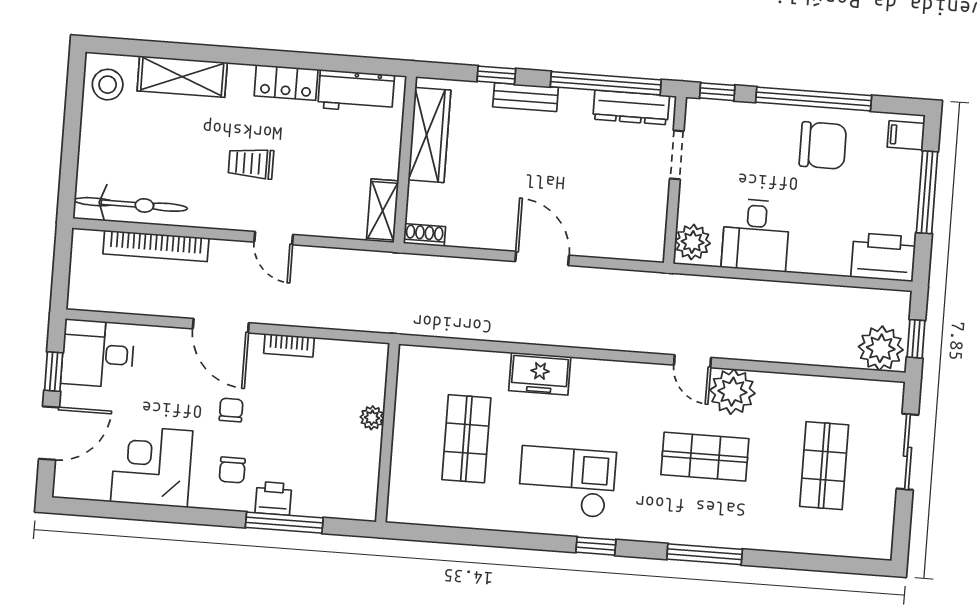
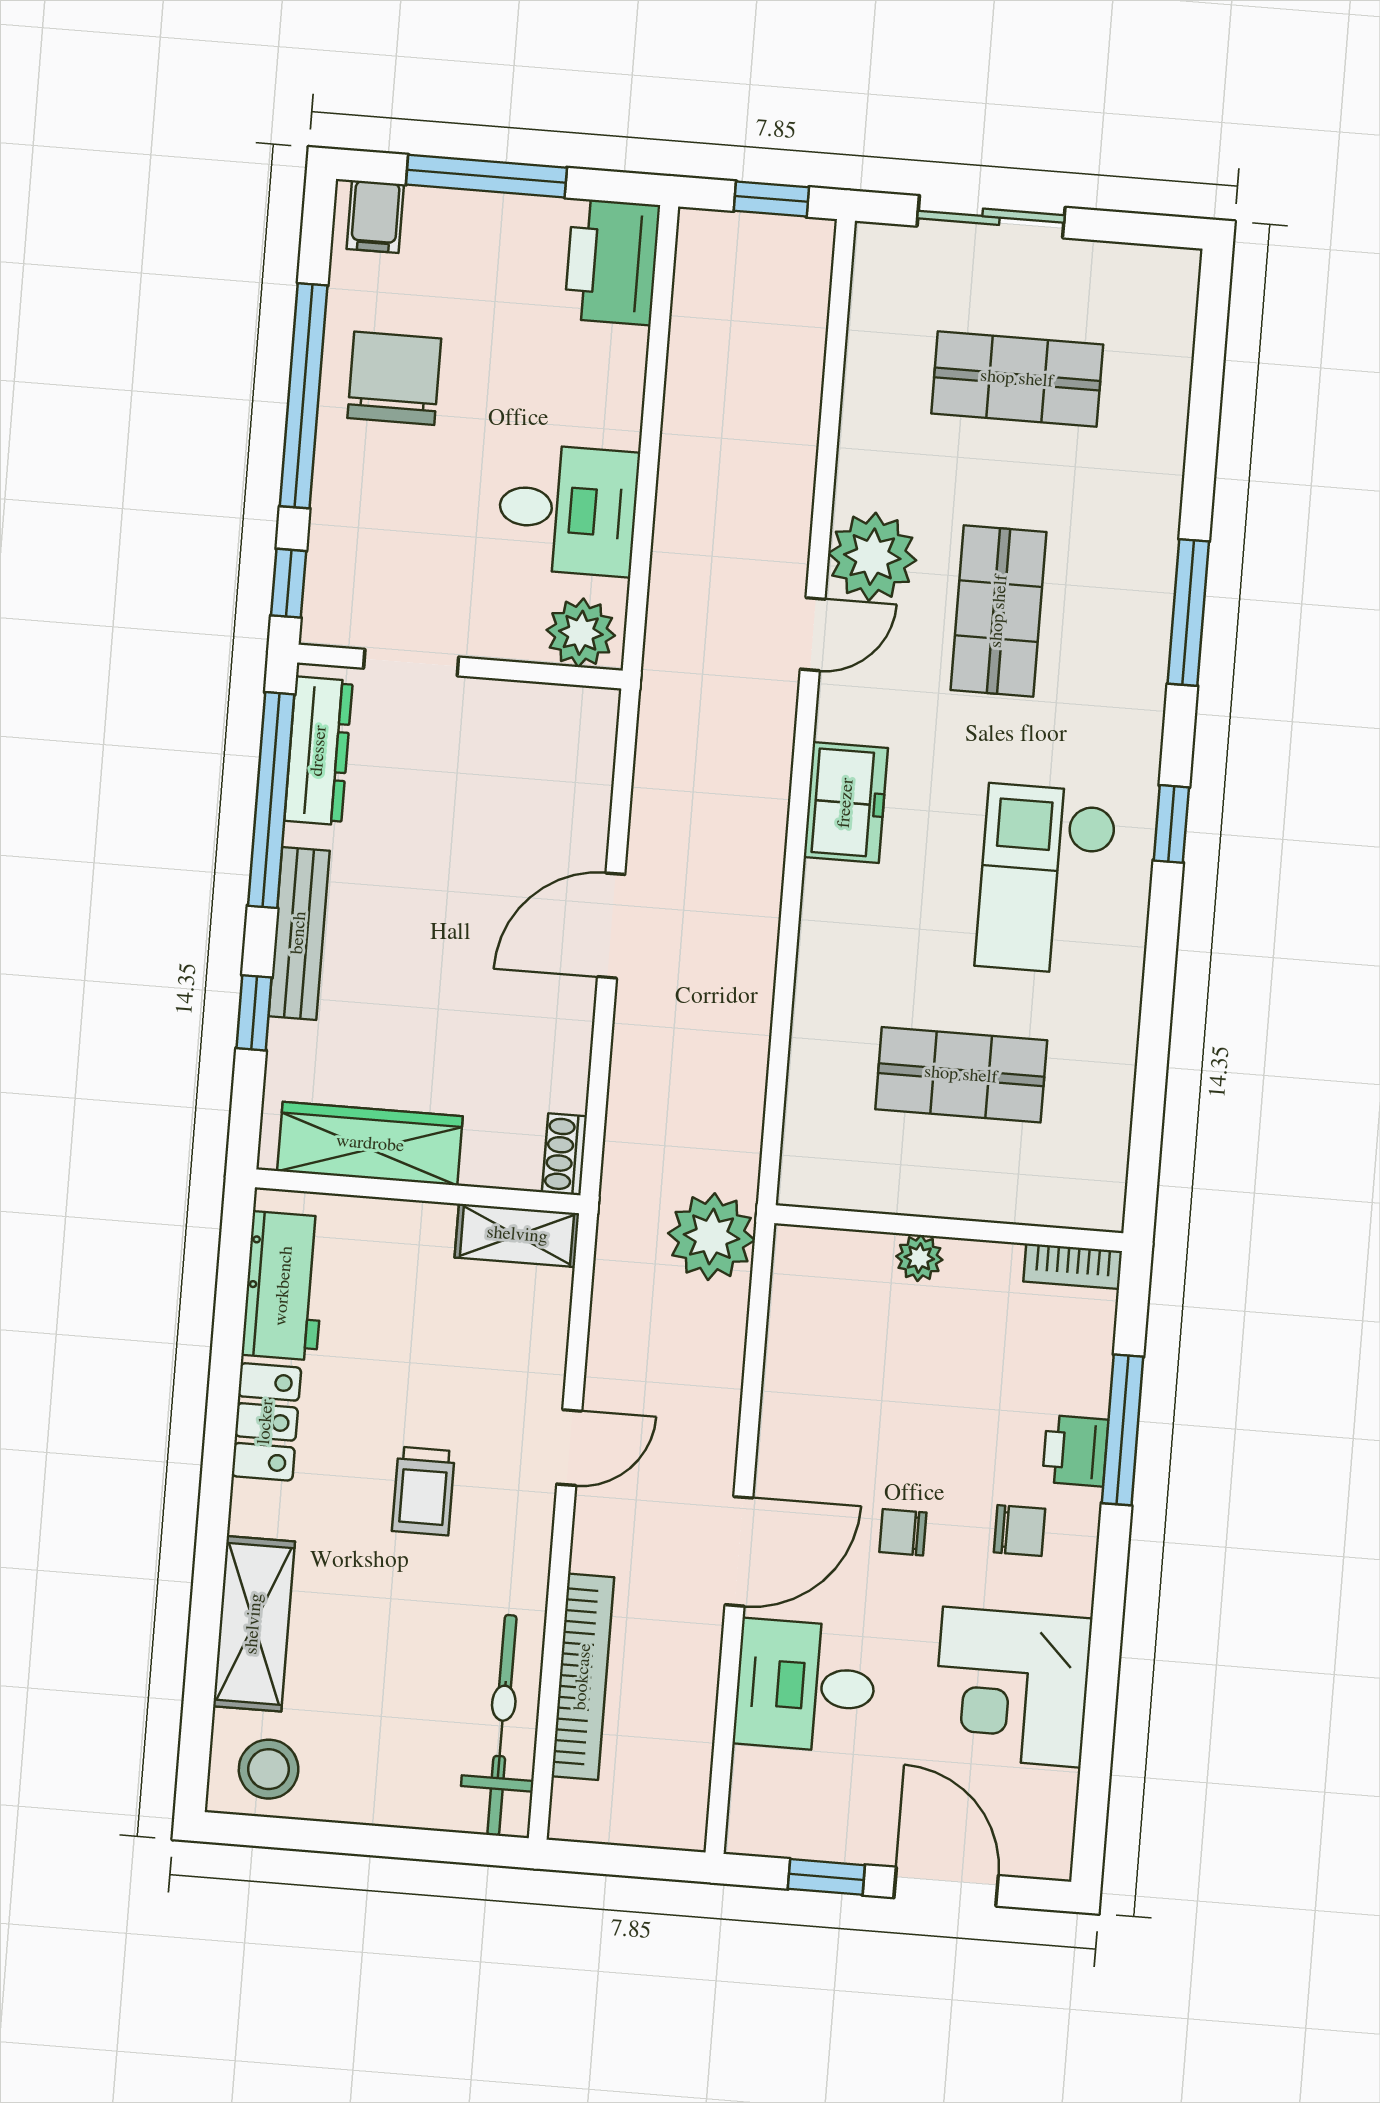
bench: (526, 97) -> (299, 933), width x1.36
bookcase: (289, 345) -> (1073, 1266), moved, turned 90
plant: (881, 348) -> (711, 1237), moved
desk: (98, 354) -> (805, 1686), moved, turned 90
freezer: (540, 374) -> (846, 803), moved

